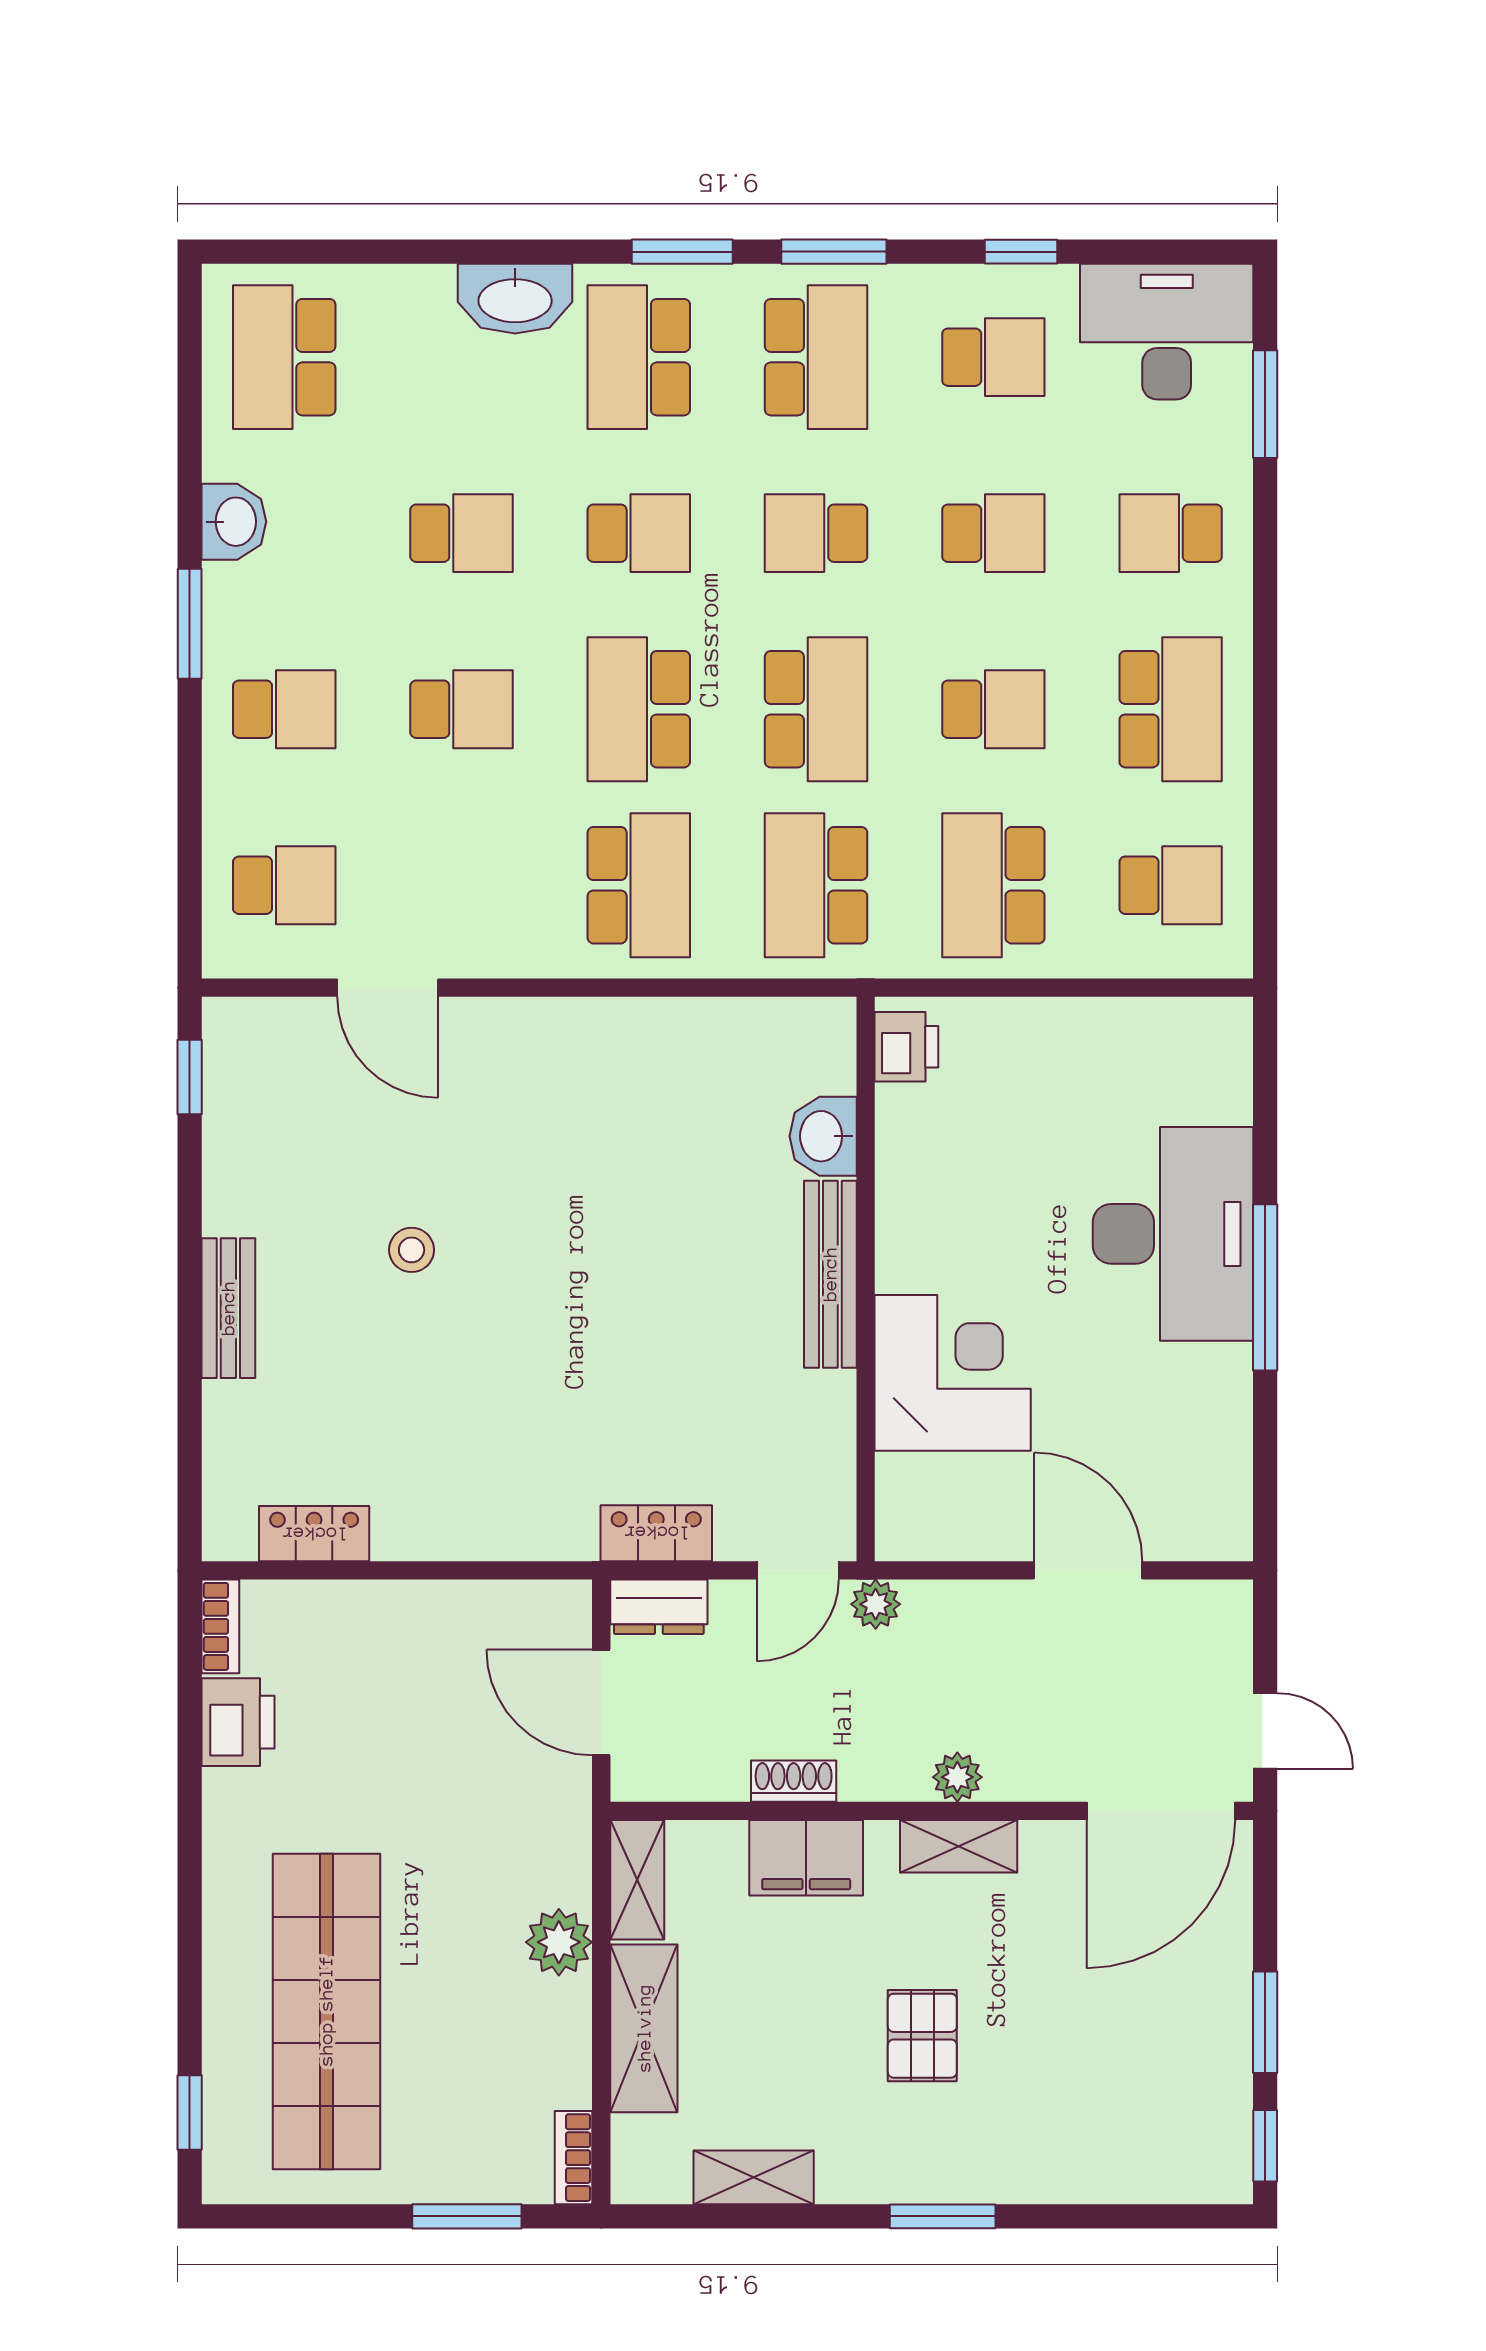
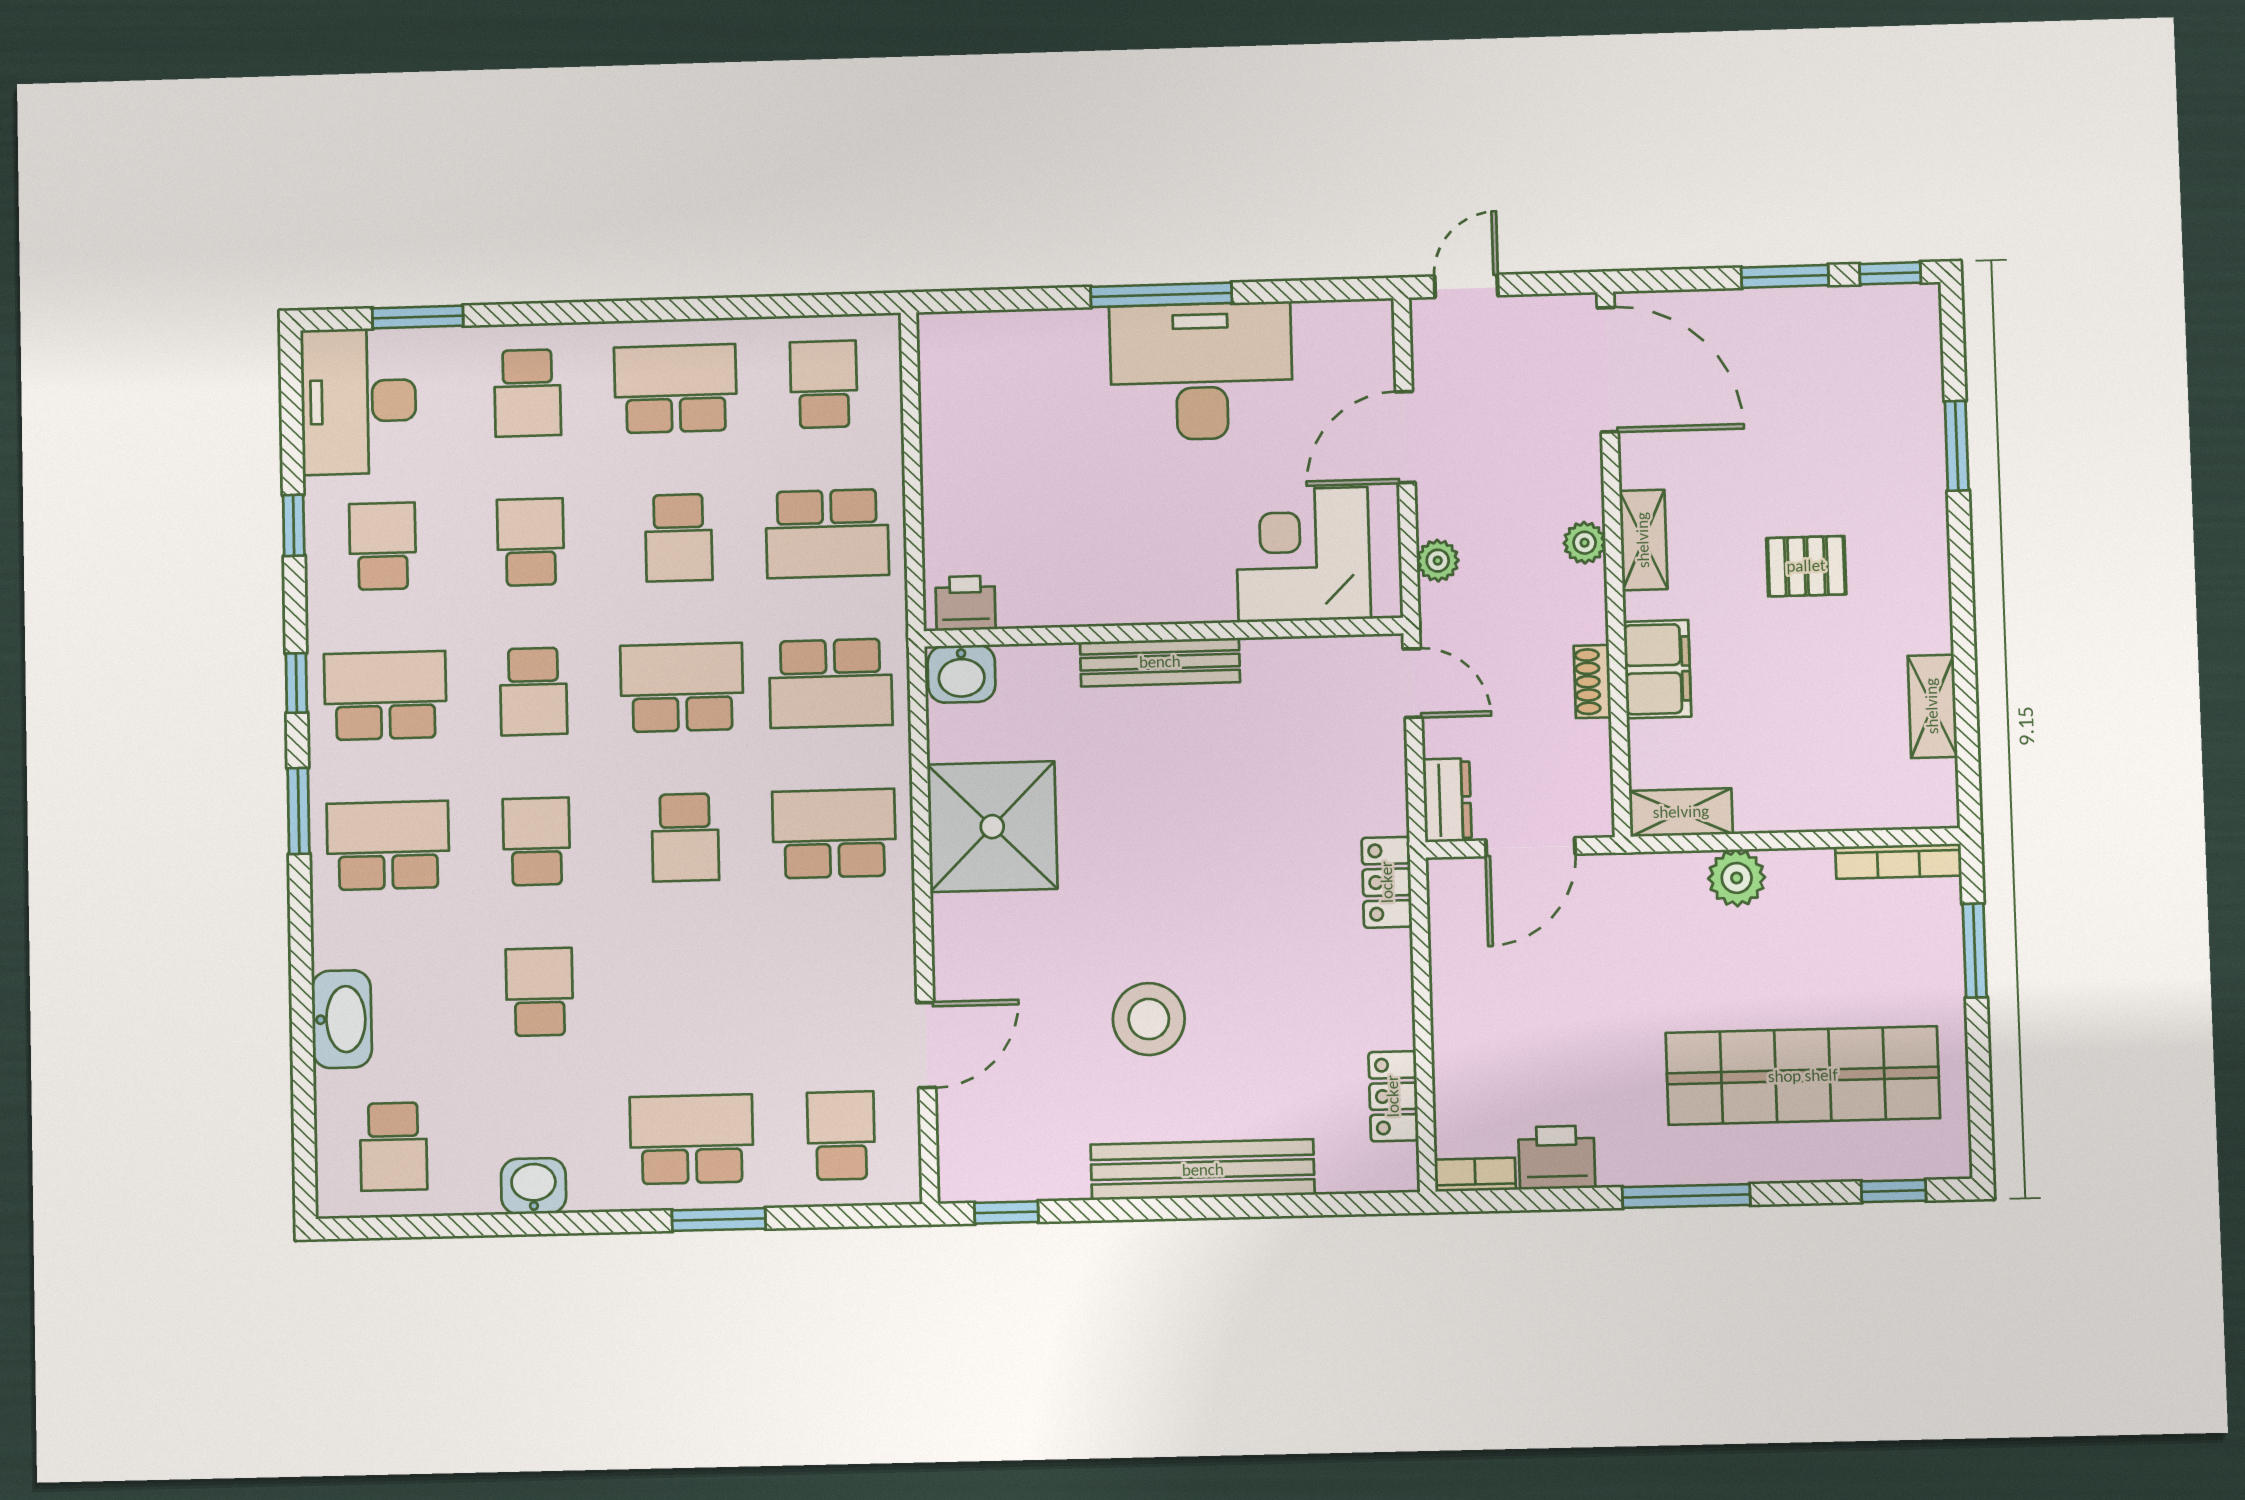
window: (834, 252) -> (296, 683), width x0.67
washbasin: (515, 299) -> (342, 1019), moved
school desk: (284, 357) -> (393, 1147), width x0.54
school desk: (639, 357) -> (388, 845), turned 180
window: (190, 624) -> (719, 1219), moved
school desk: (284, 709) -> (692, 1139), width x1.85
school desk: (461, 709) -> (688, 988), removed
school desk: (639, 709) -> (685, 838), width x0.54
school desk: (993, 709) -> (679, 538), turned 180
shower: (642, 1072) -> (992, 827), added
washbasin: (823, 1136) -> (962, 674), moved
desk: (1173, 1234) -> (1201, 371), moved
stool: (412, 1250) -> (1149, 1019), width x1.89, depth x1.89
bench: (228, 1308) -> (1203, 1170), width x1.86, depth x1.21
corner desk: (953, 1373) -> (1303, 555), moved
locker: (656, 1533) -> (1387, 882), moved
plant: (876, 1604) -> (1438, 561), moved
door: (1265, 1731) -> (1466, 286), moved
window: (190, 1871) -> (1686, 1196), added
shelving: (644, 2028) -> (1808, 803), removed
bookcase: (574, 2158) -> (1898, 861), width x1.56
window: (943, 2216) -> (1957, 446), moved

